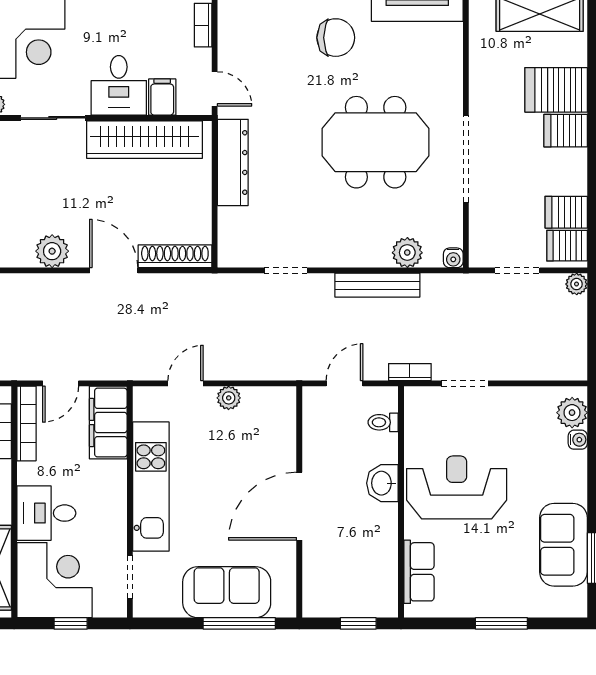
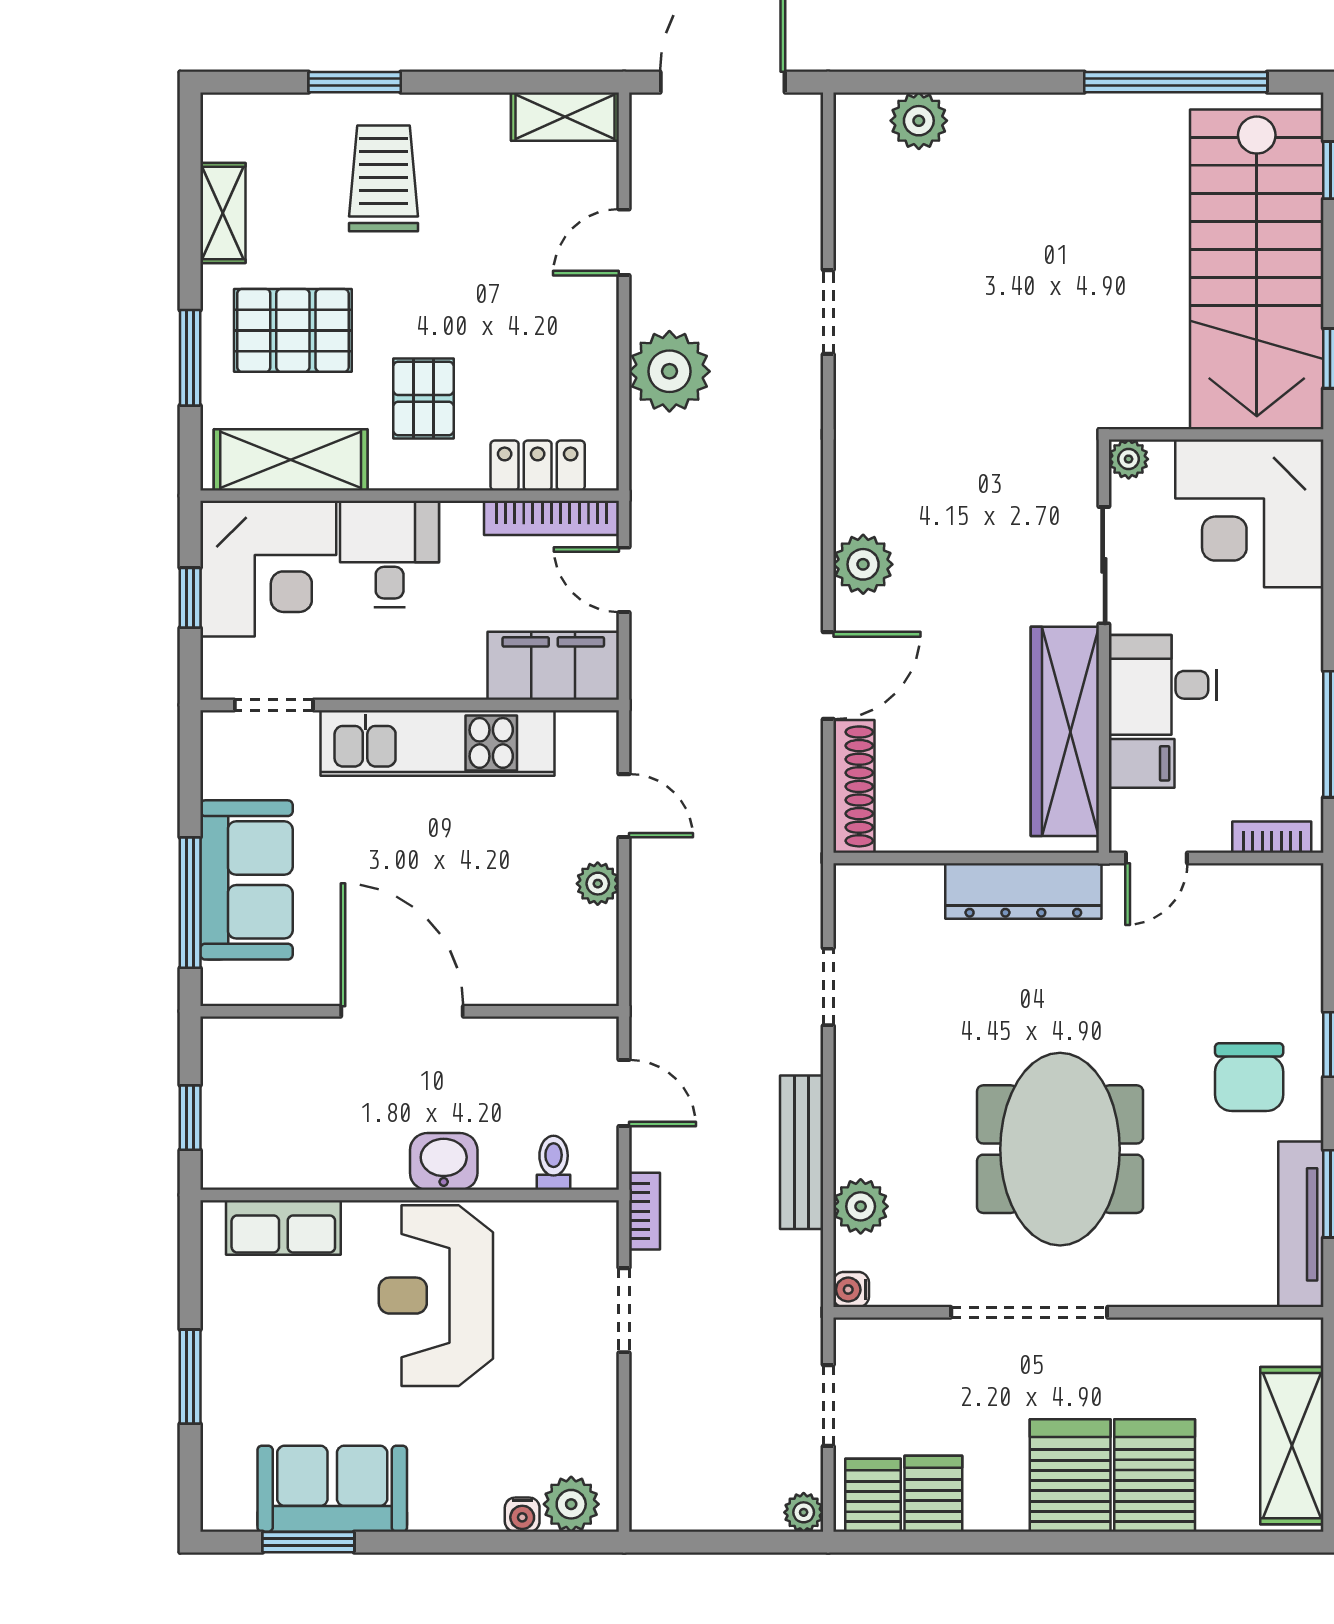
server rack: (566, 131) -> (1070, 1476), width x1.36, depth x1.44
reception desk: (457, 487) -> (436, 1296), turned 180

